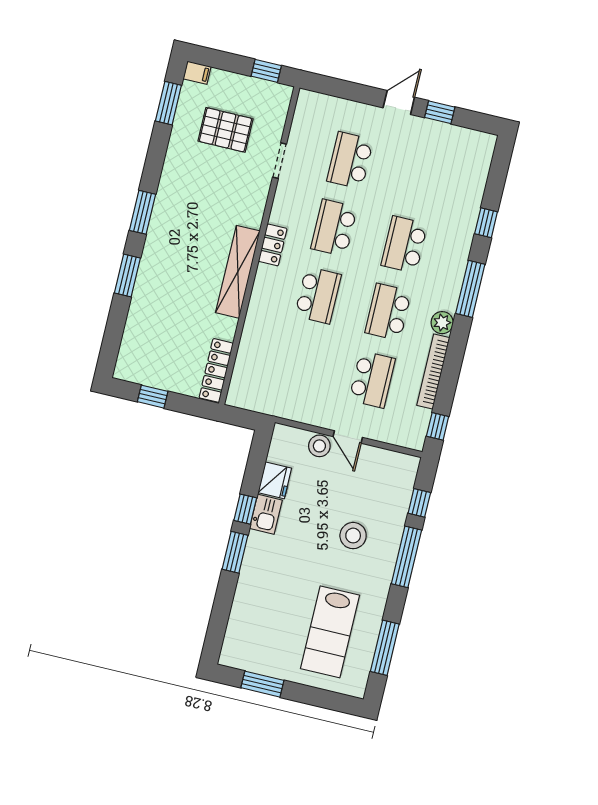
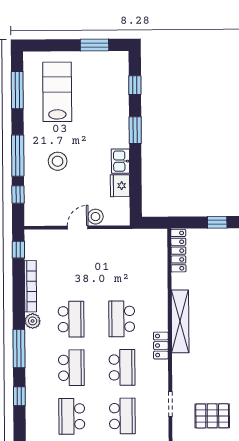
school desk: (372, 379) -> (72, 416), moved
door: (348, 437) -> (78, 227), hinge flipped
window: (245, 509) -> (135, 85), moved

